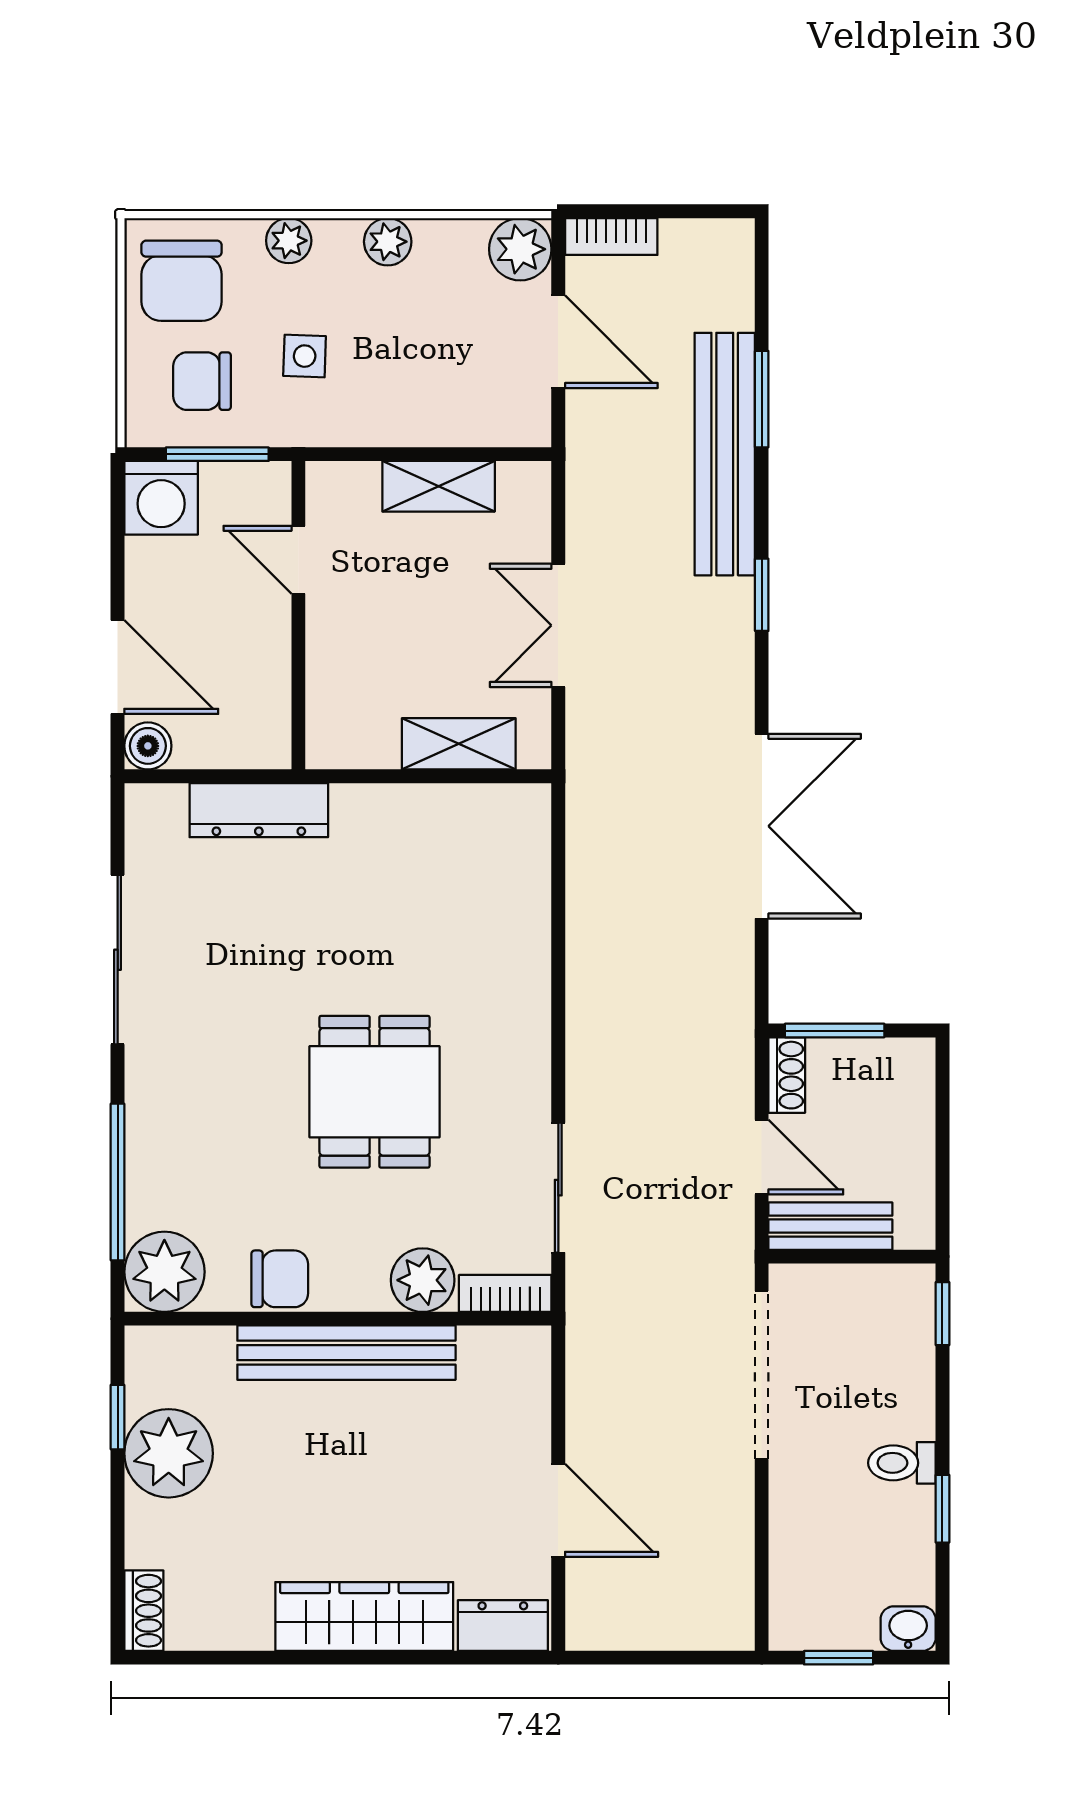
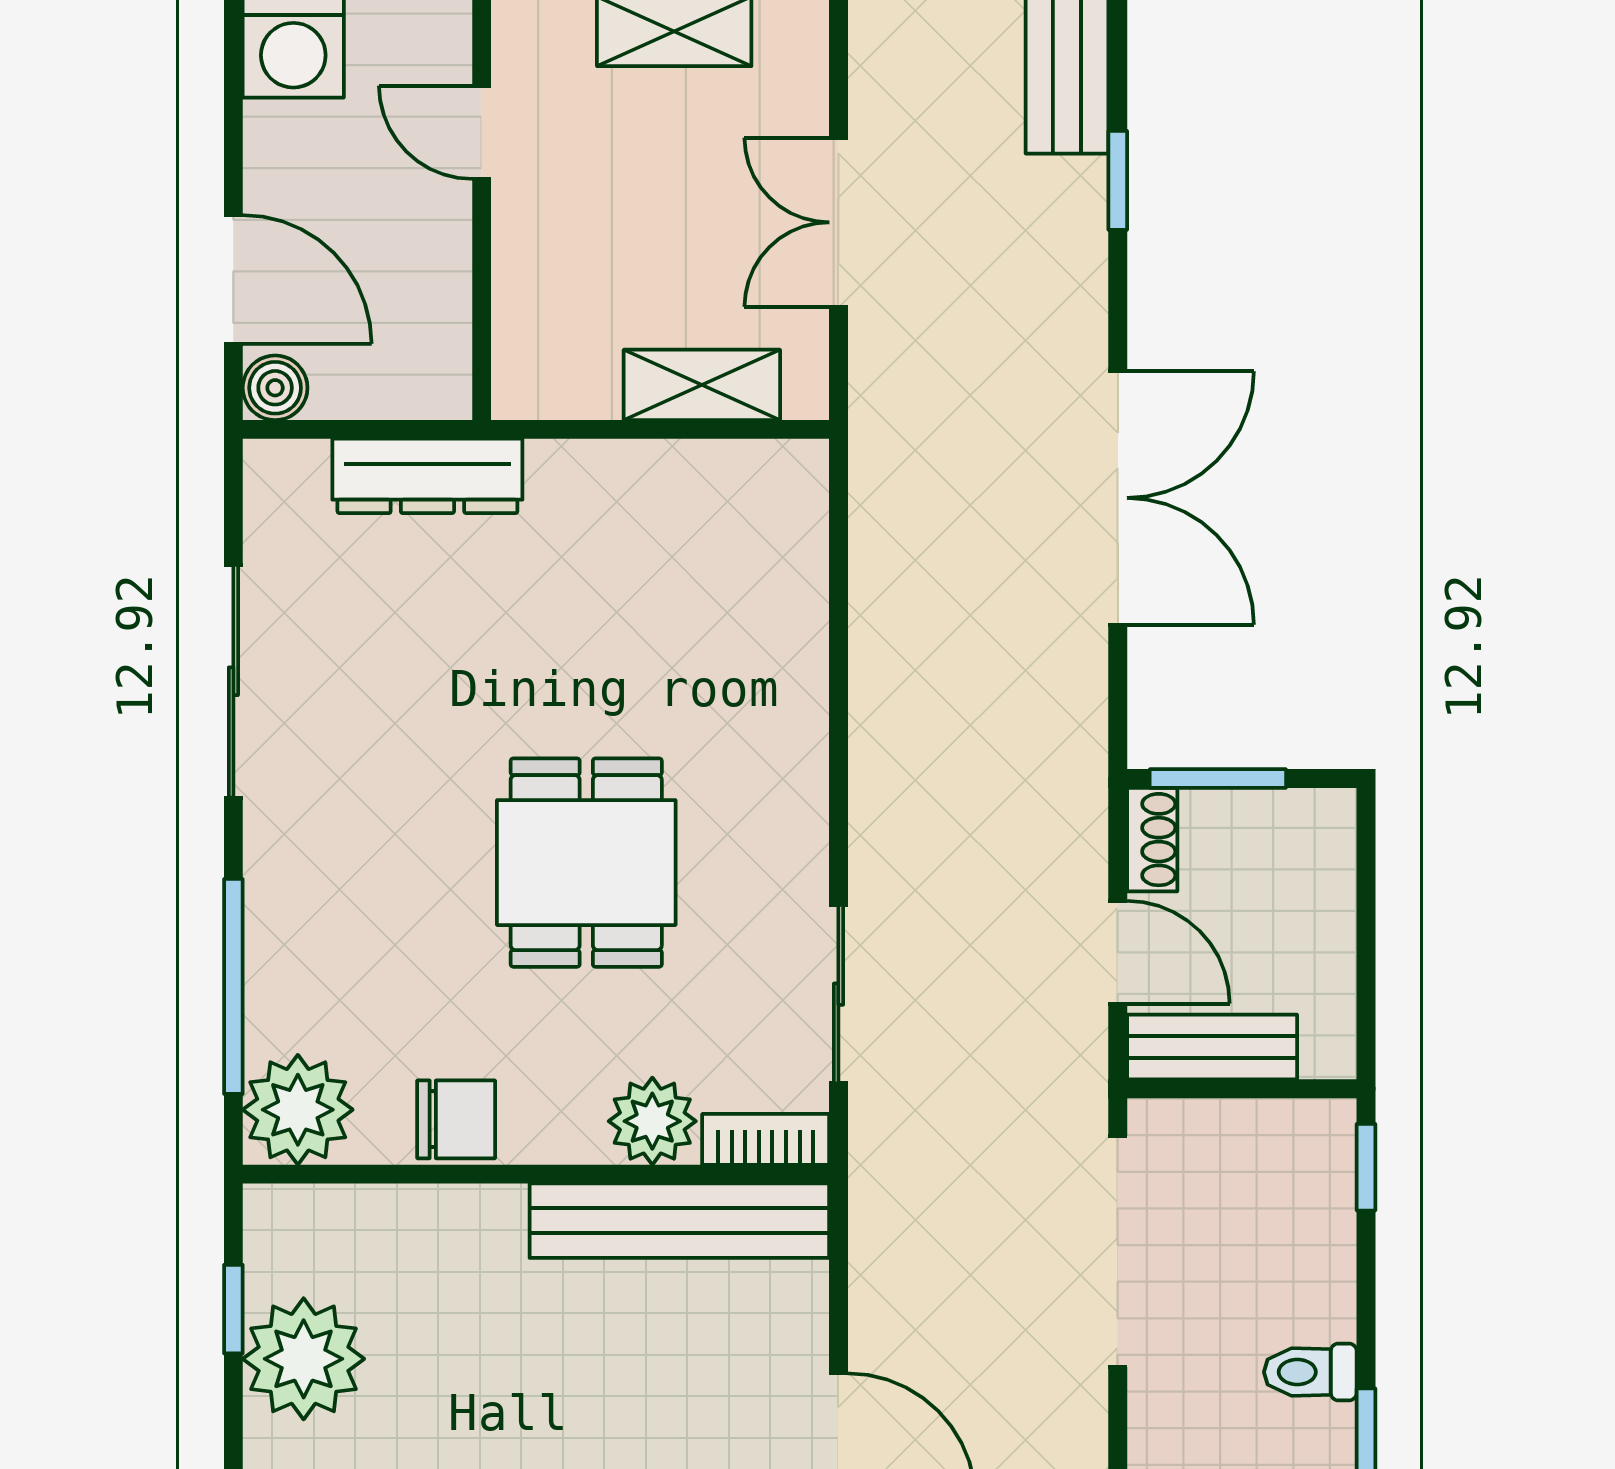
bench: (346, 1353) -> (679, 1221), moved

